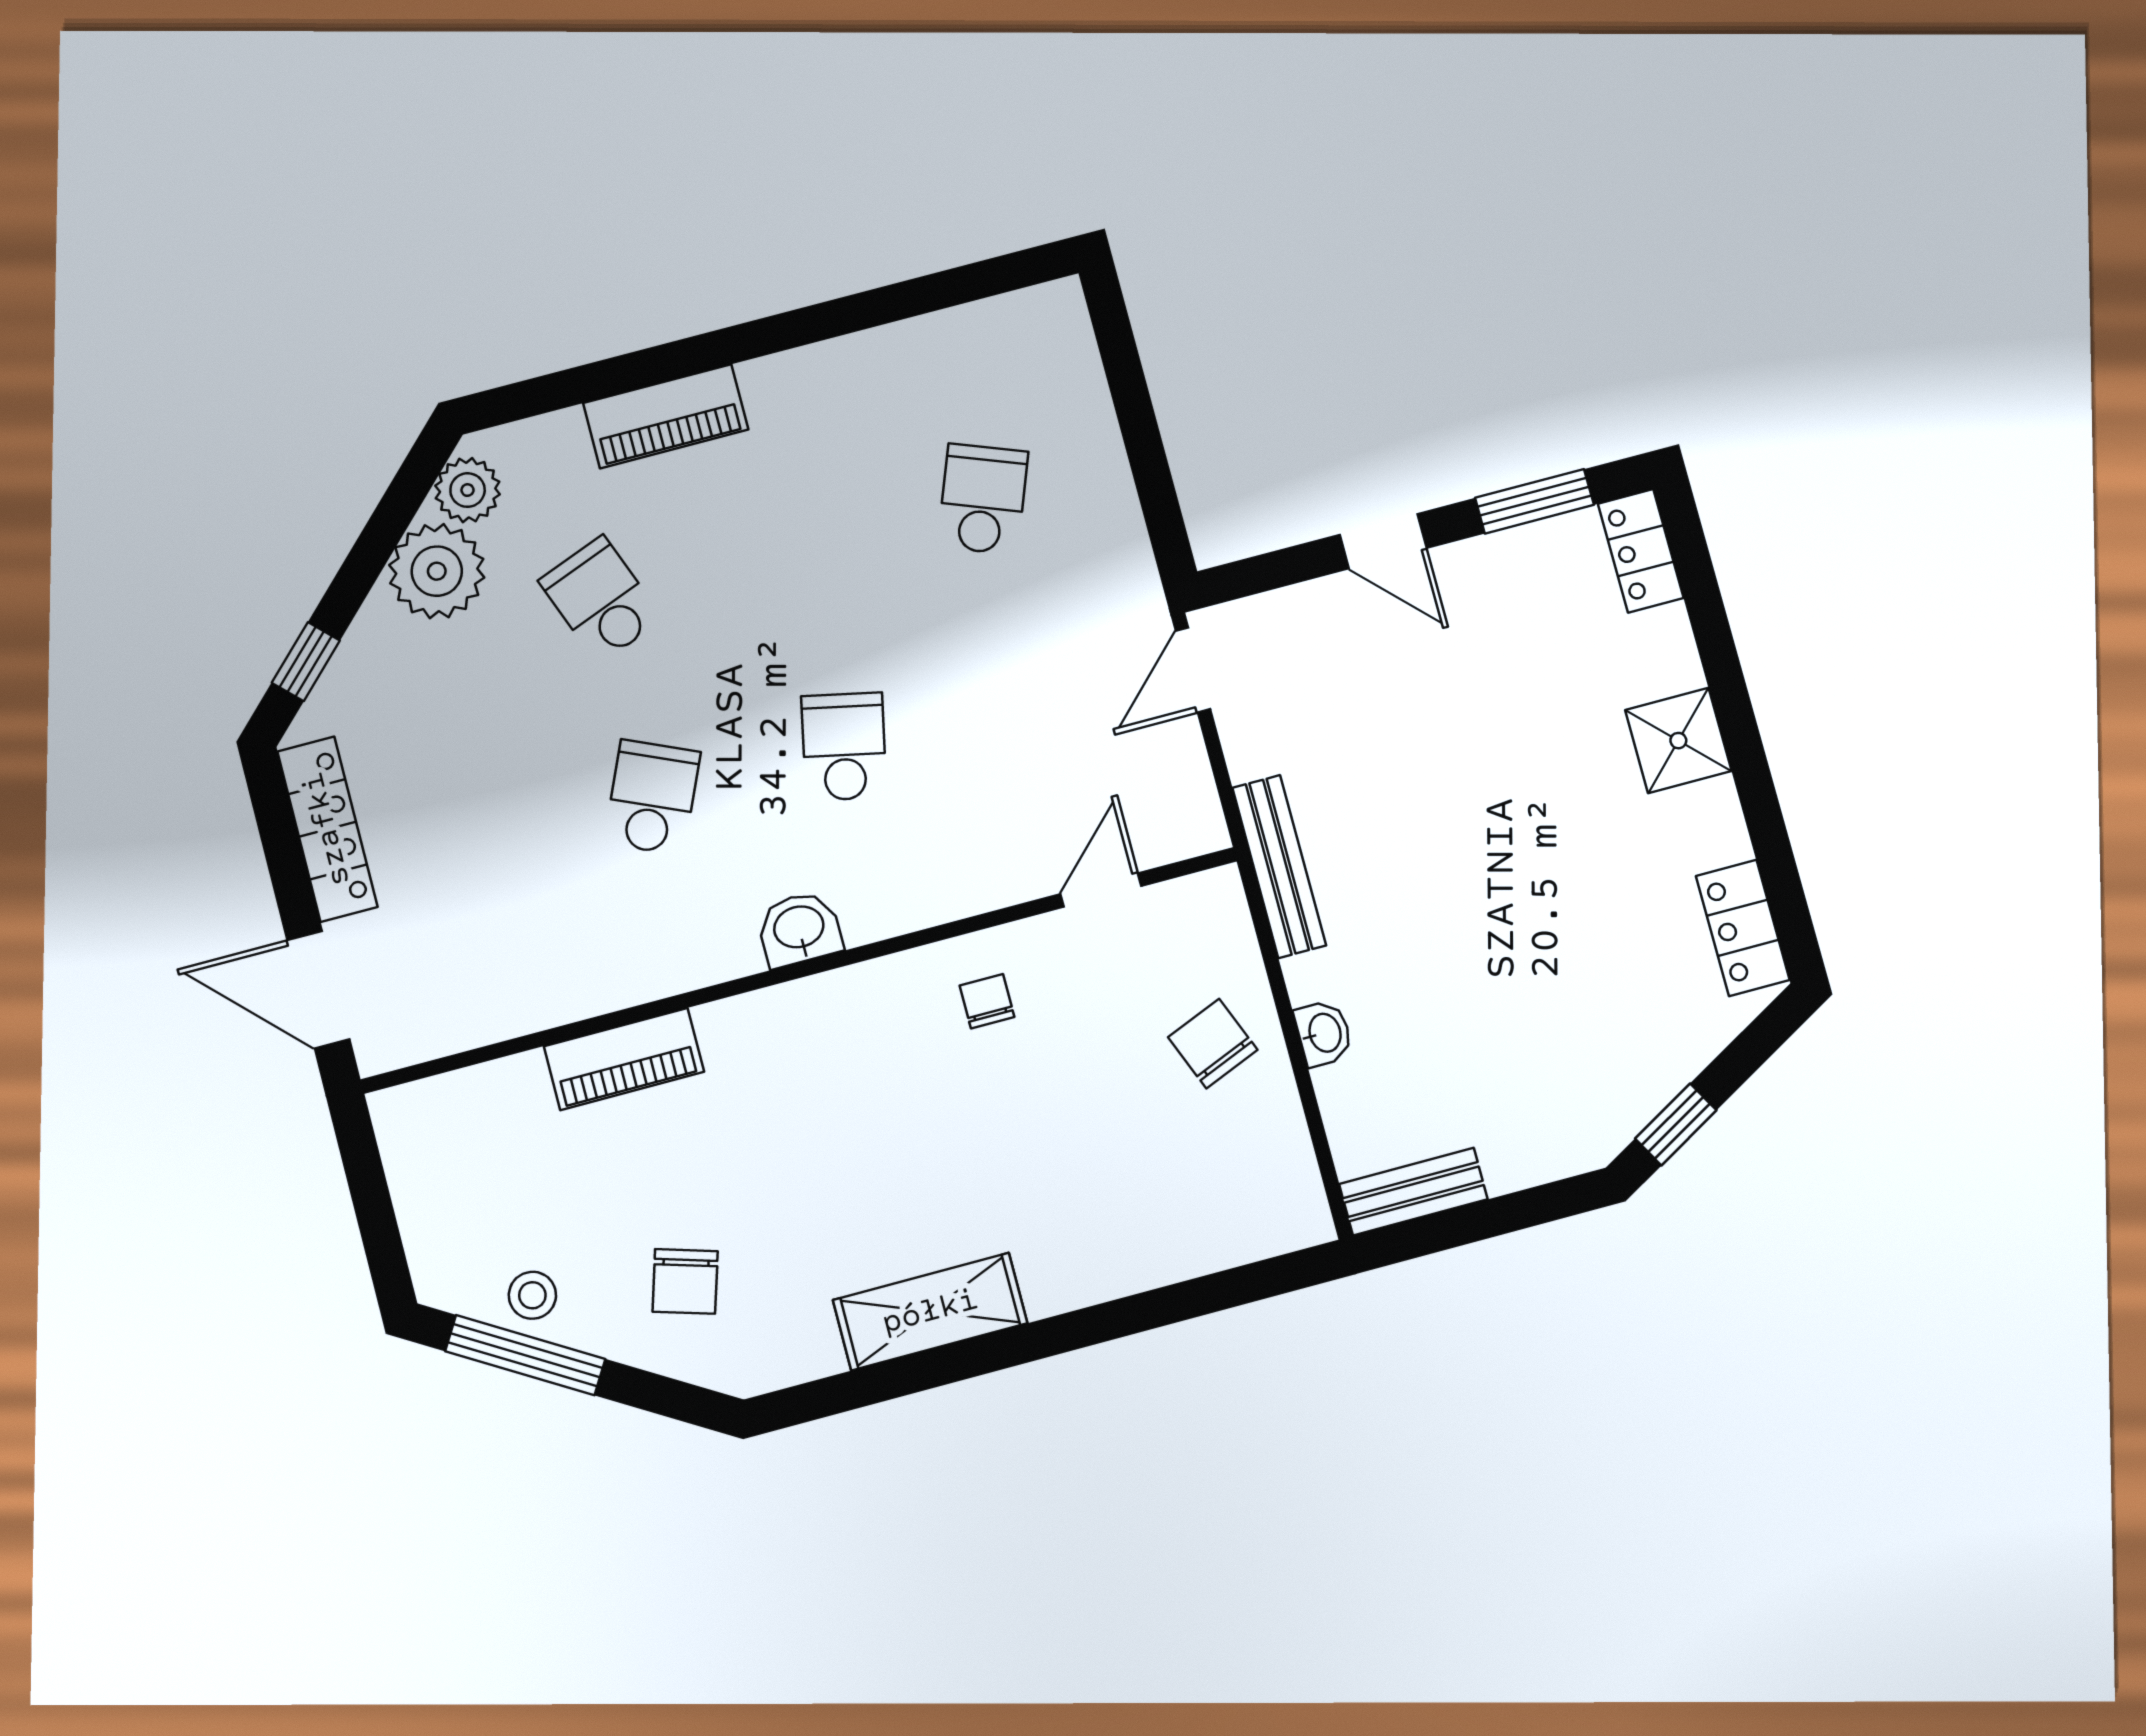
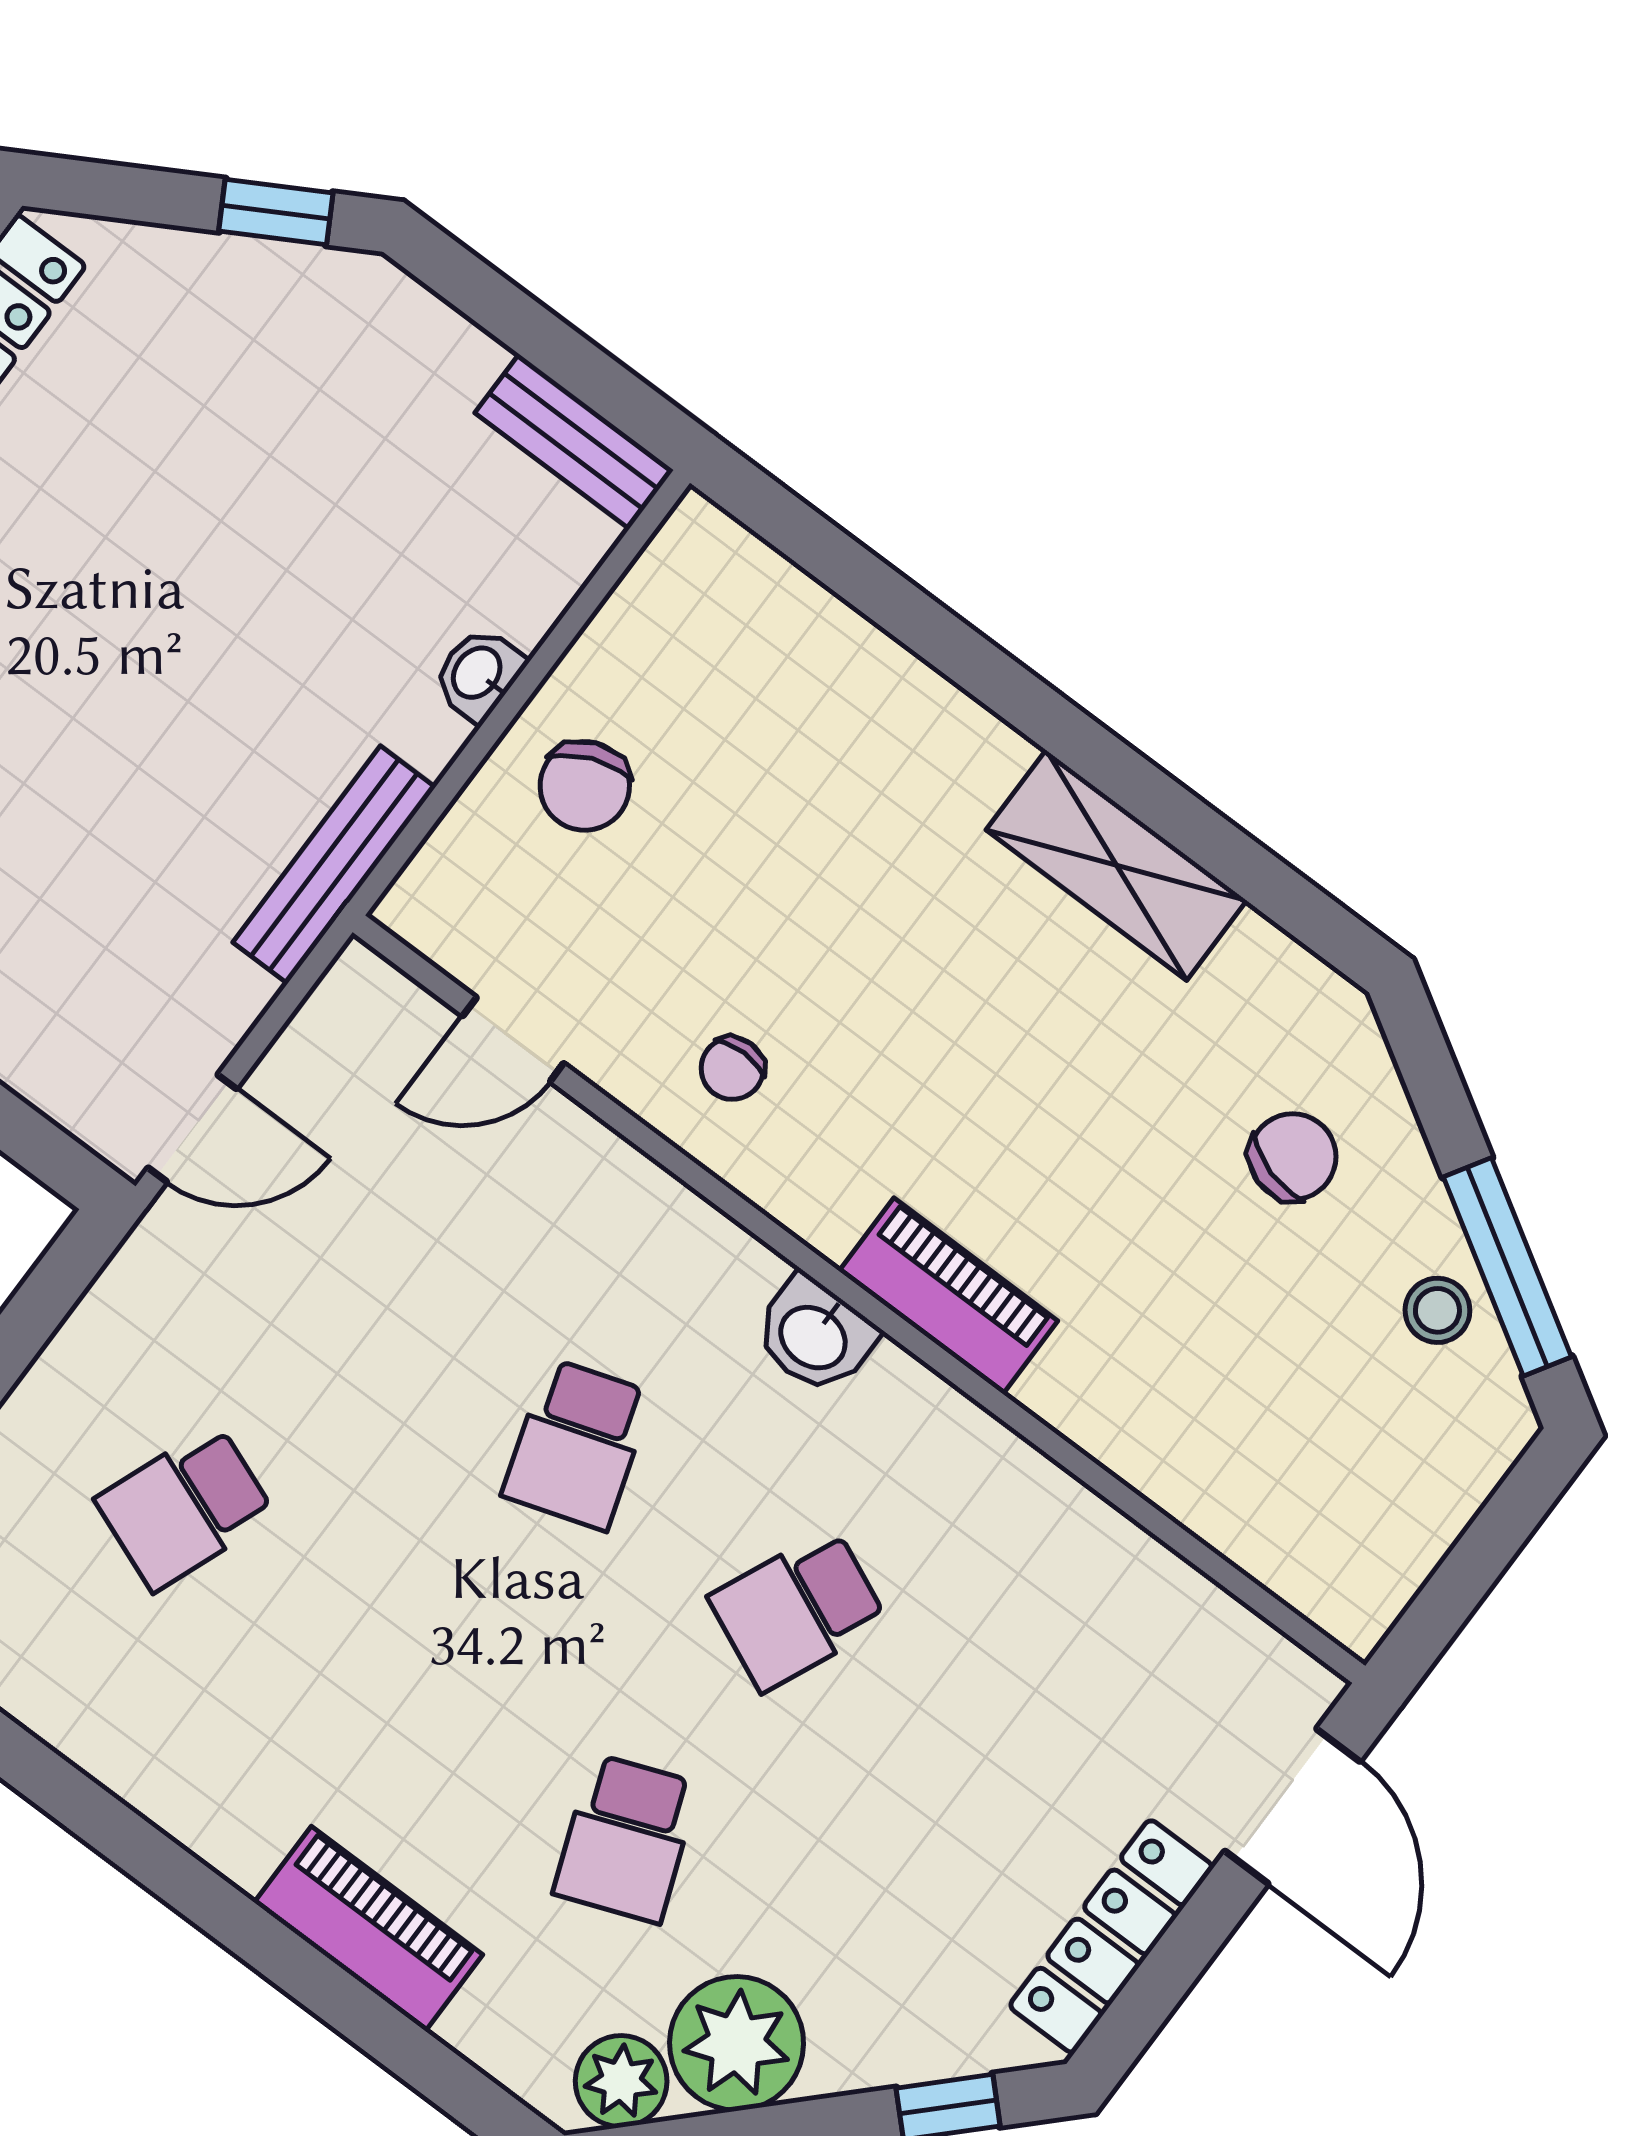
school desk: (844, 747) -> (577, 1444), turned -30
piano: (624, 1059) -> (948, 1296), moved

